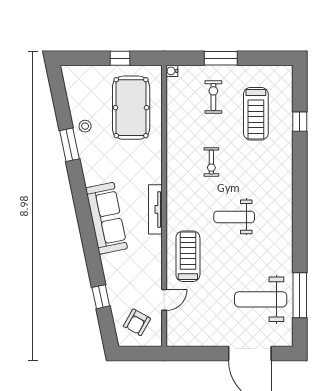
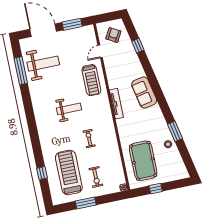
window: (221, 58) -> (86, 203), moved
treadmill: (256, 114) -> (69, 172), width x1.37, depth x1.38
sofa: (106, 218) -> (144, 93), width x0.73
window: (201, 353) -> (72, 24), added

